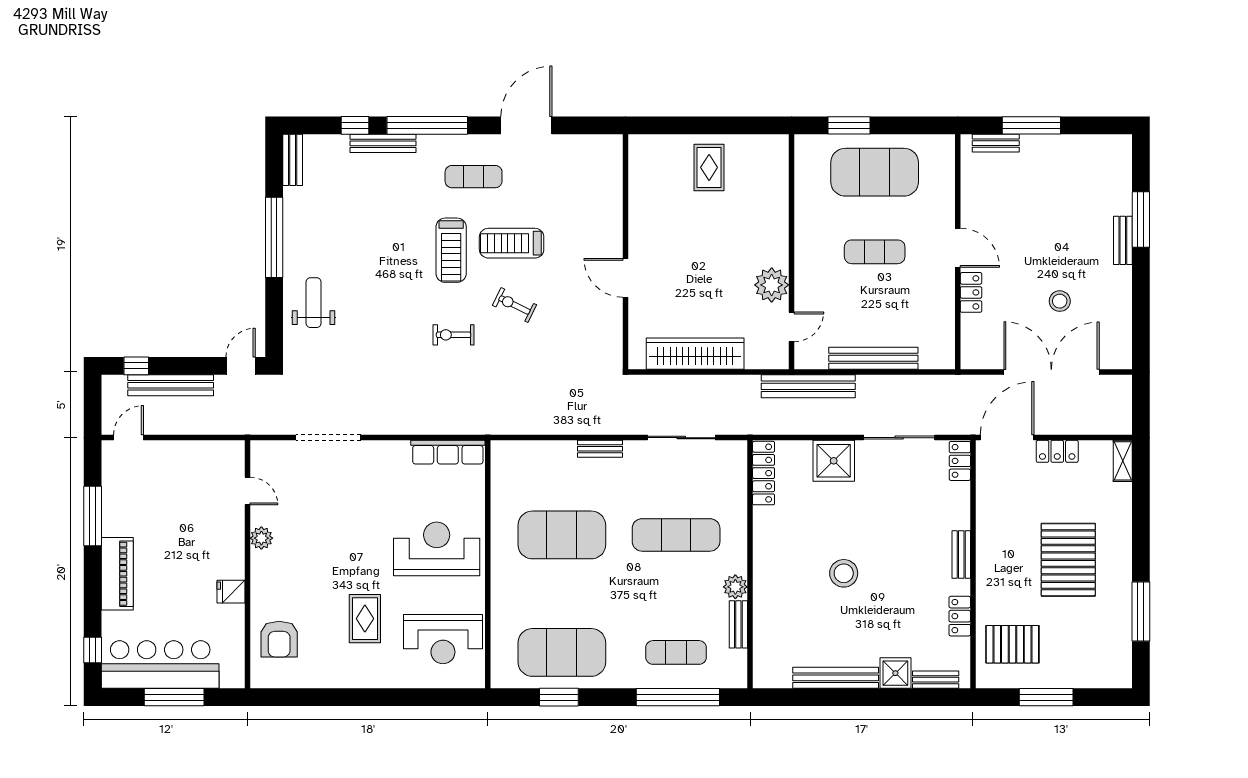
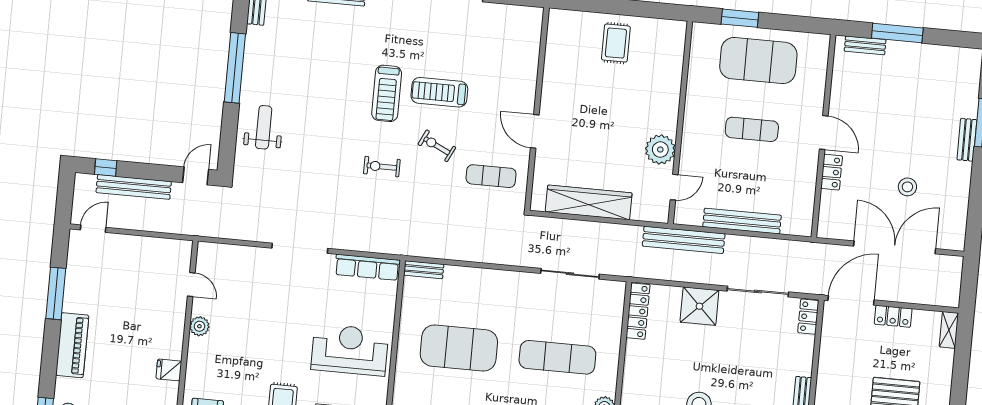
exercise mat: (474, 177) -> (491, 176), moved
doorway: (328, 438) -> (300, 248), moved
bench: (600, 449) -> (424, 270), moved

